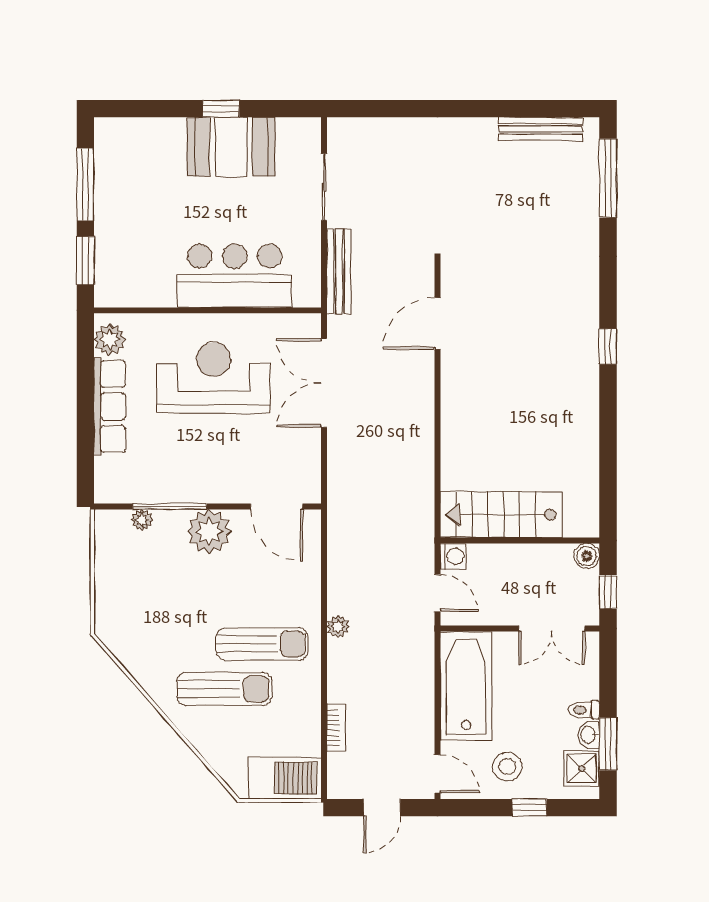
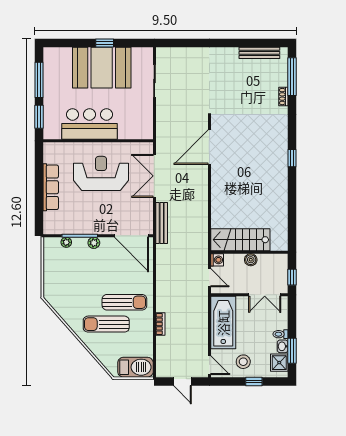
booth: (231, 147) -> (102, 68), width x1.36, depth x1.42
shoe rack: (590, 219) -> (283, 97), added
bench: (339, 272) -> (162, 223), moved
bar counter: (235, 276) -> (89, 124), moved
door: (438, 324) -> (209, 147), width x1.36
plant: (110, 340) -> (51, 155), removed
door: (277, 506) -> (131, 236), width x1.36
plant: (209, 531) -> (94, 243), width x0.53, depth x0.53
boiler: (587, 556) -> (251, 260), moved
plant: (338, 627) -> (161, 294), removed
sun lounger: (224, 689) -> (106, 324), turned 180
bookcase: (336, 728) -> (160, 324), moved
door: (382, 808) -> (183, 382), hinge flipped

